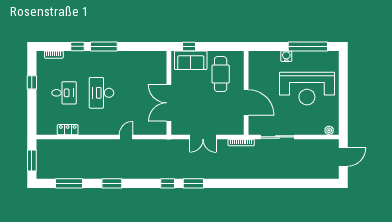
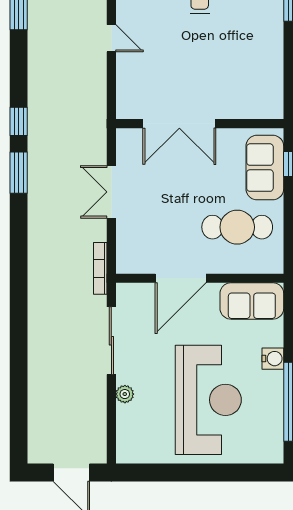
sofa: (257, 67) -> (252, 301), added
reception desk: (307, 88) -> (208, 400), turned 180
double door: (169, 103) -> (179, 124), swing flipped
plant: (329, 130) -> (125, 394), moved

